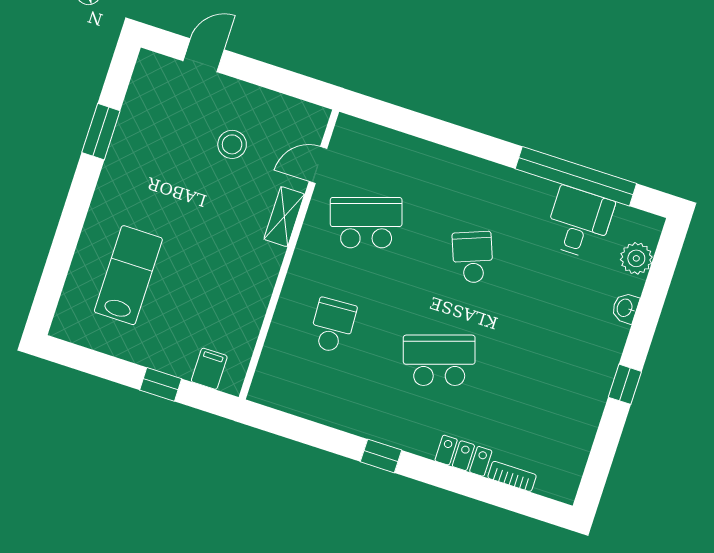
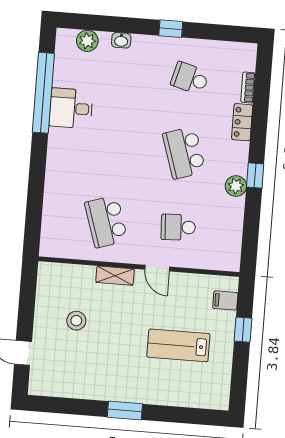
window: (101, 132) -> (125, 411), moved
door: (318, 165) -> (157, 268), moved
desk: (579, 223) -> (71, 108), moved
school desk: (473, 257) -> (190, 78), moved, turned 36
lab bench: (128, 275) -> (178, 345), moved
plant: (373, 424) -> (236, 186), added

